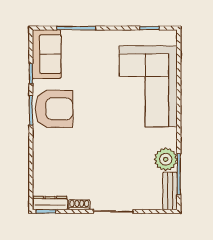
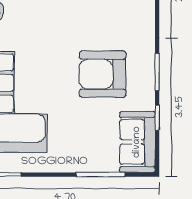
armchair: (54, 109) -> (103, 74), moved

